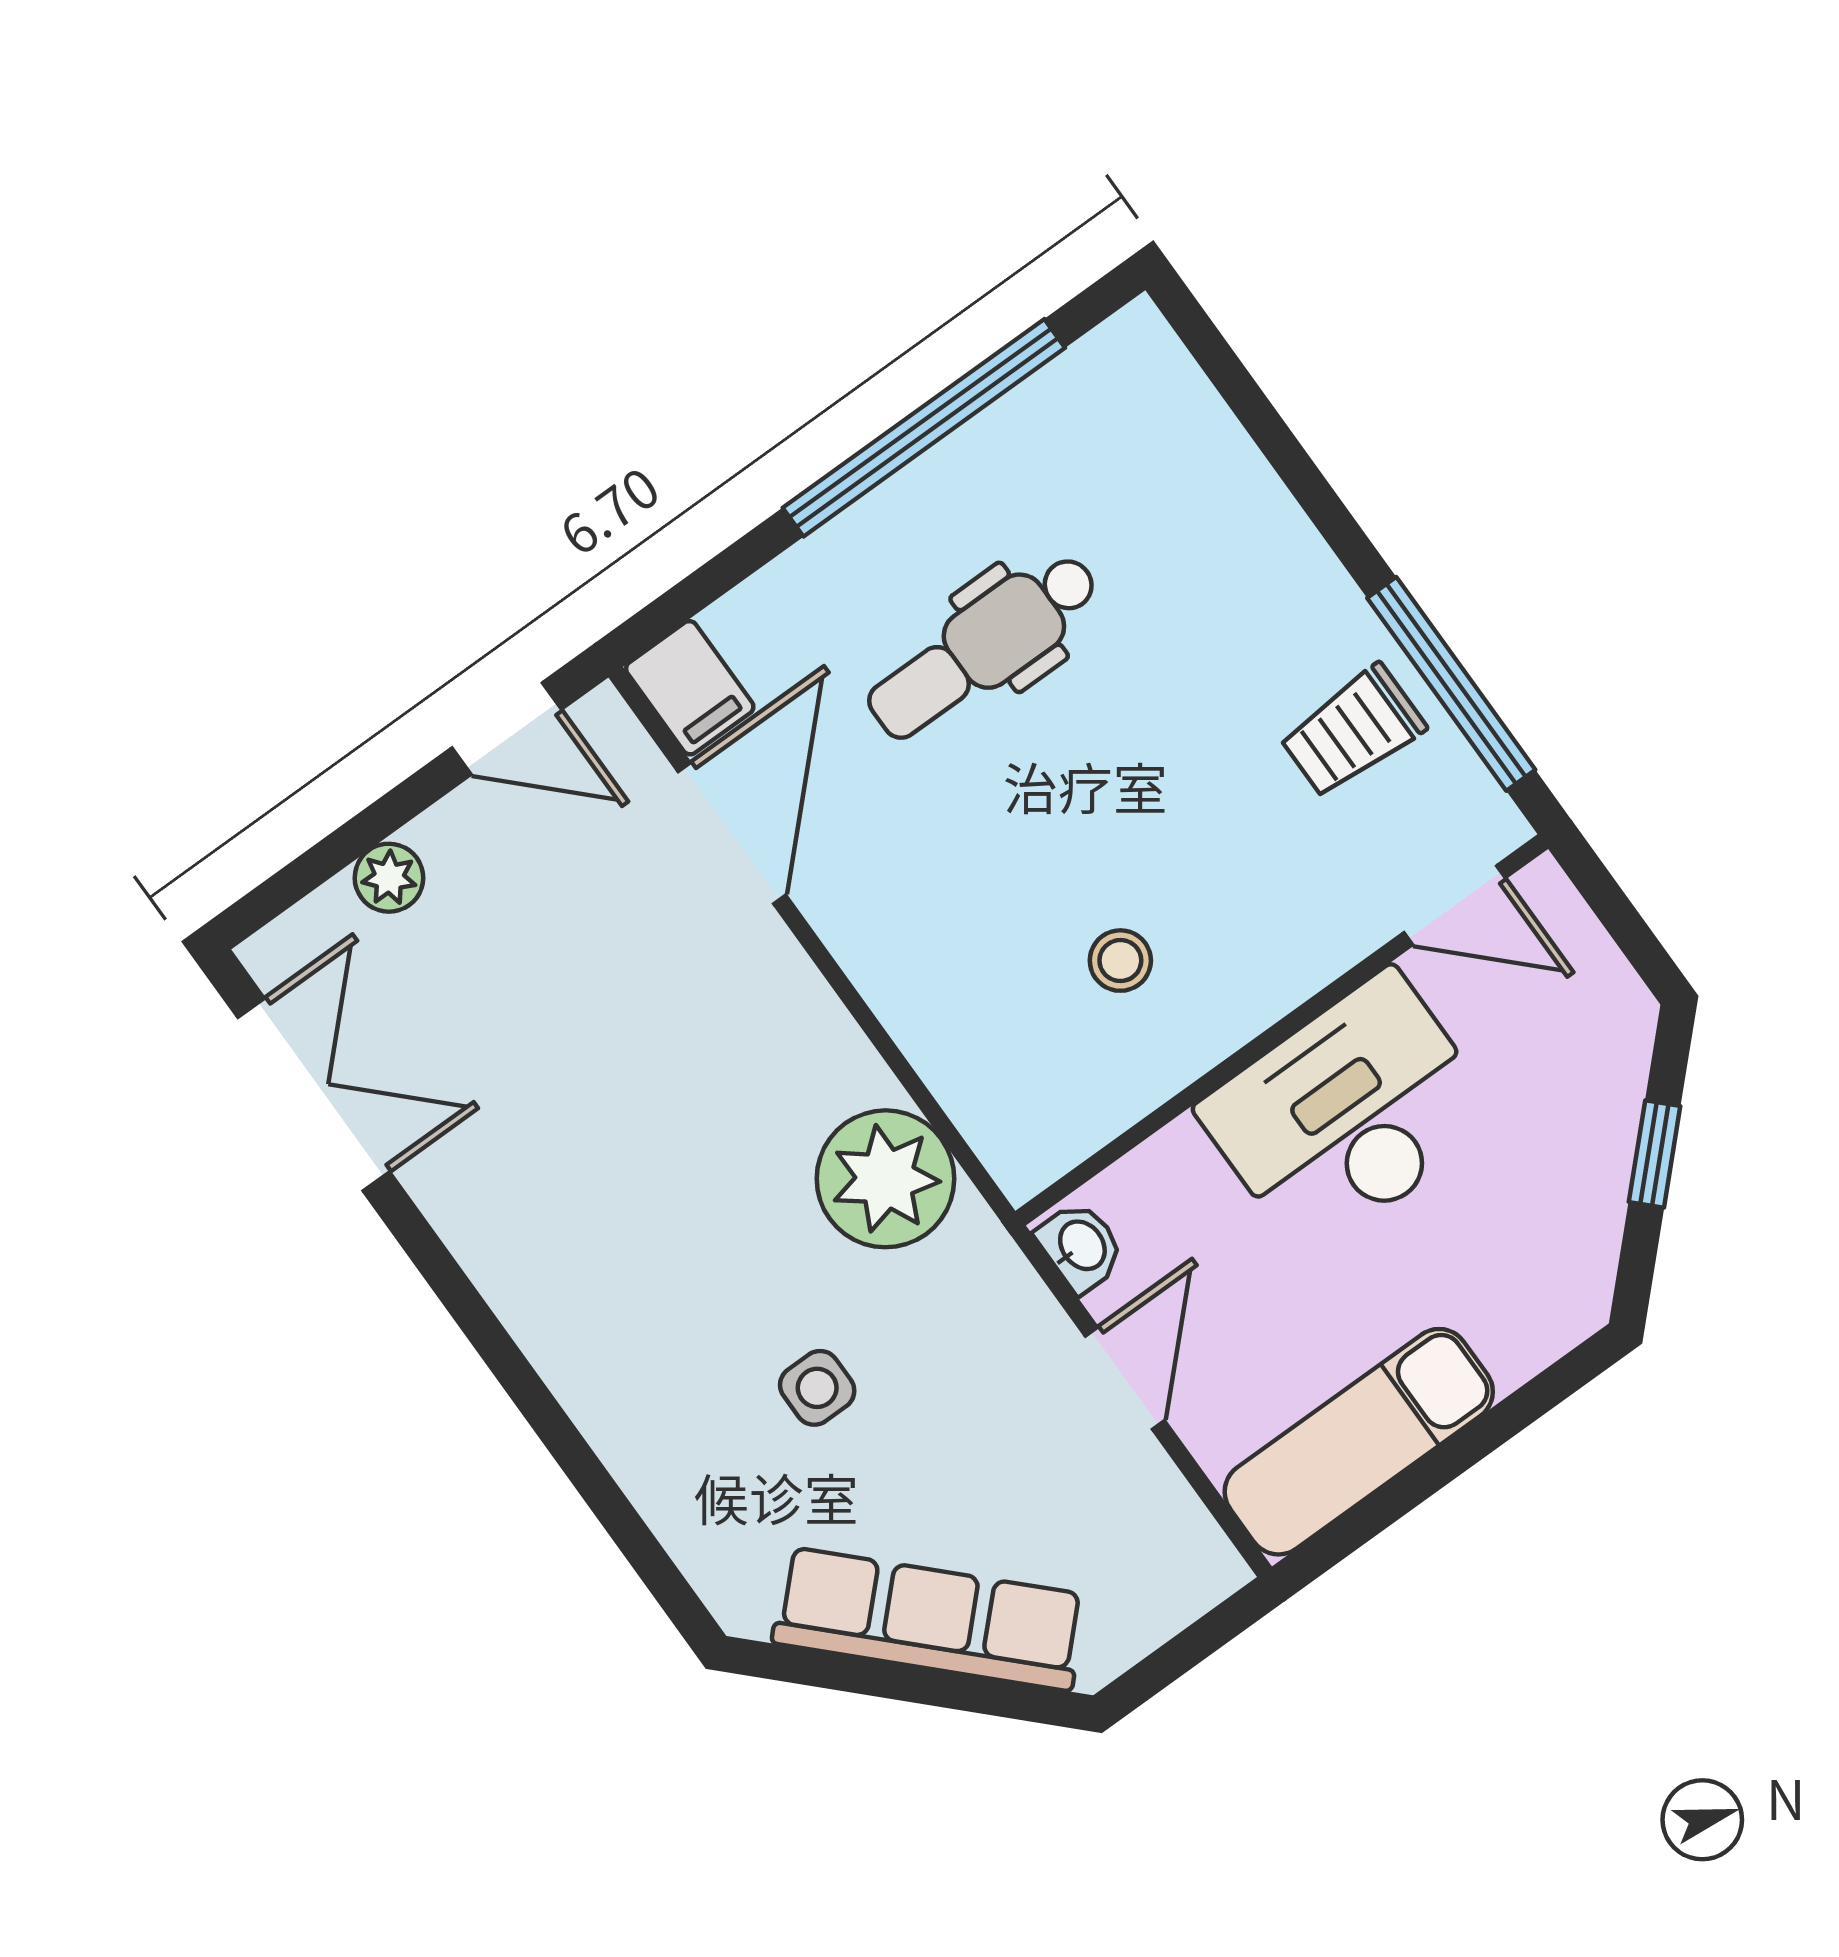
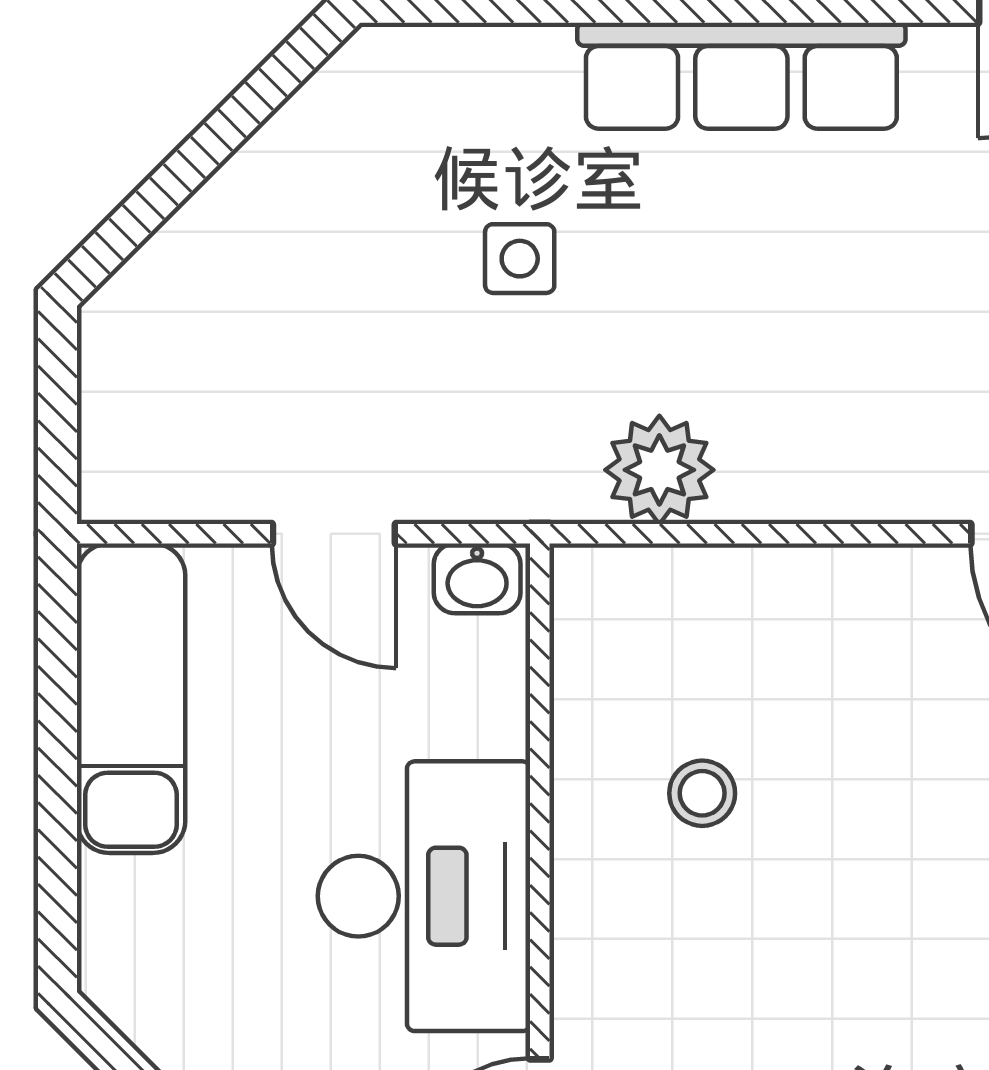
plant: (885, 1179) -> (659, 470), width x0.73, depth x0.73
row of seats: (929, 1619) -> (741, 76), moved, turned 45

